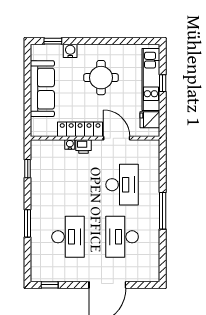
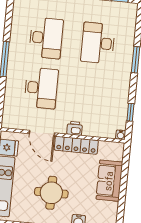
sofa: (42, 89) -> (109, 181), width x0.73
water cooler: (70, 144) -> (121, 135), moved
desk: (122, 185) -> (41, 88), turned 180

